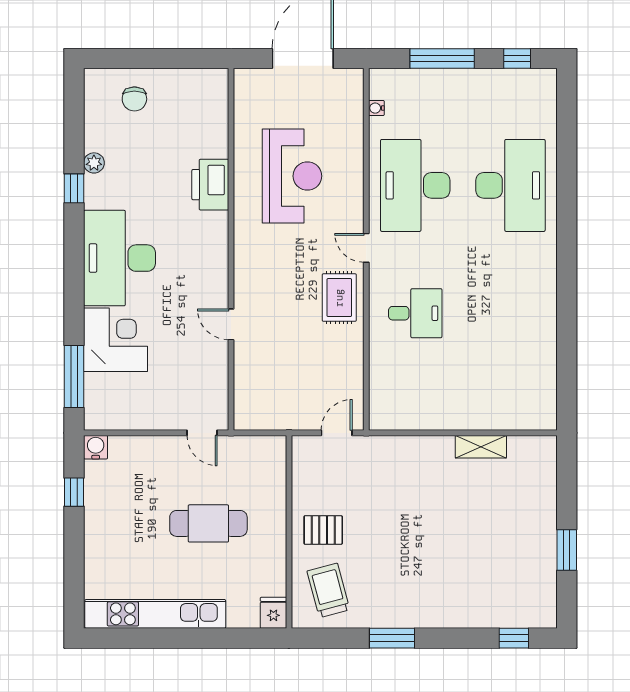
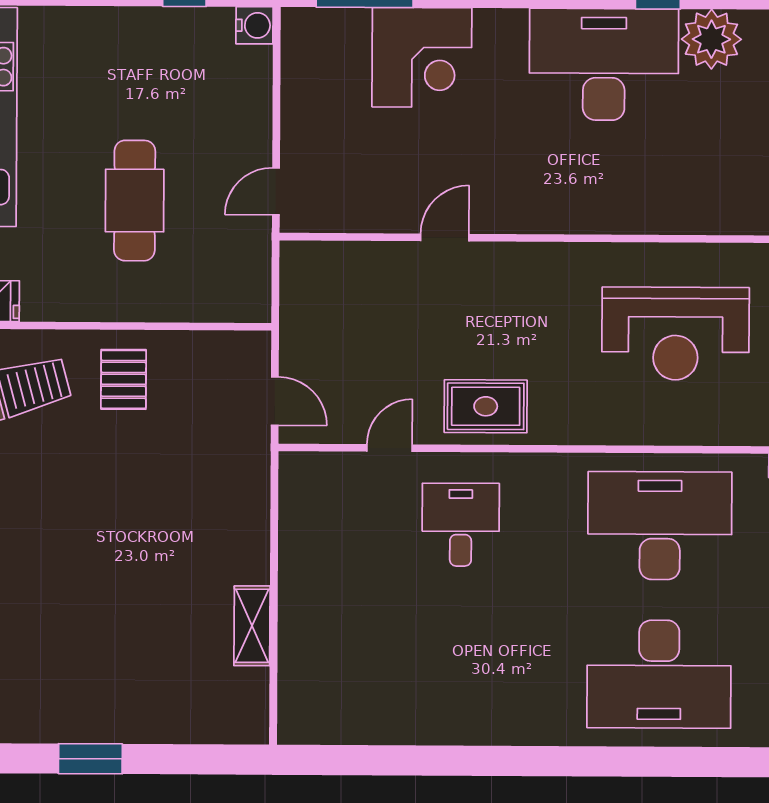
plant: (94, 163) -> (711, 39), width x1.88, depth x1.88
printer: (210, 185) -> (663, 206), removed
door: (366, 248) -> (390, 448), moved
desk: (119, 258) -> (604, 64), moved
desk: (415, 313) -> (461, 525), turned 180

